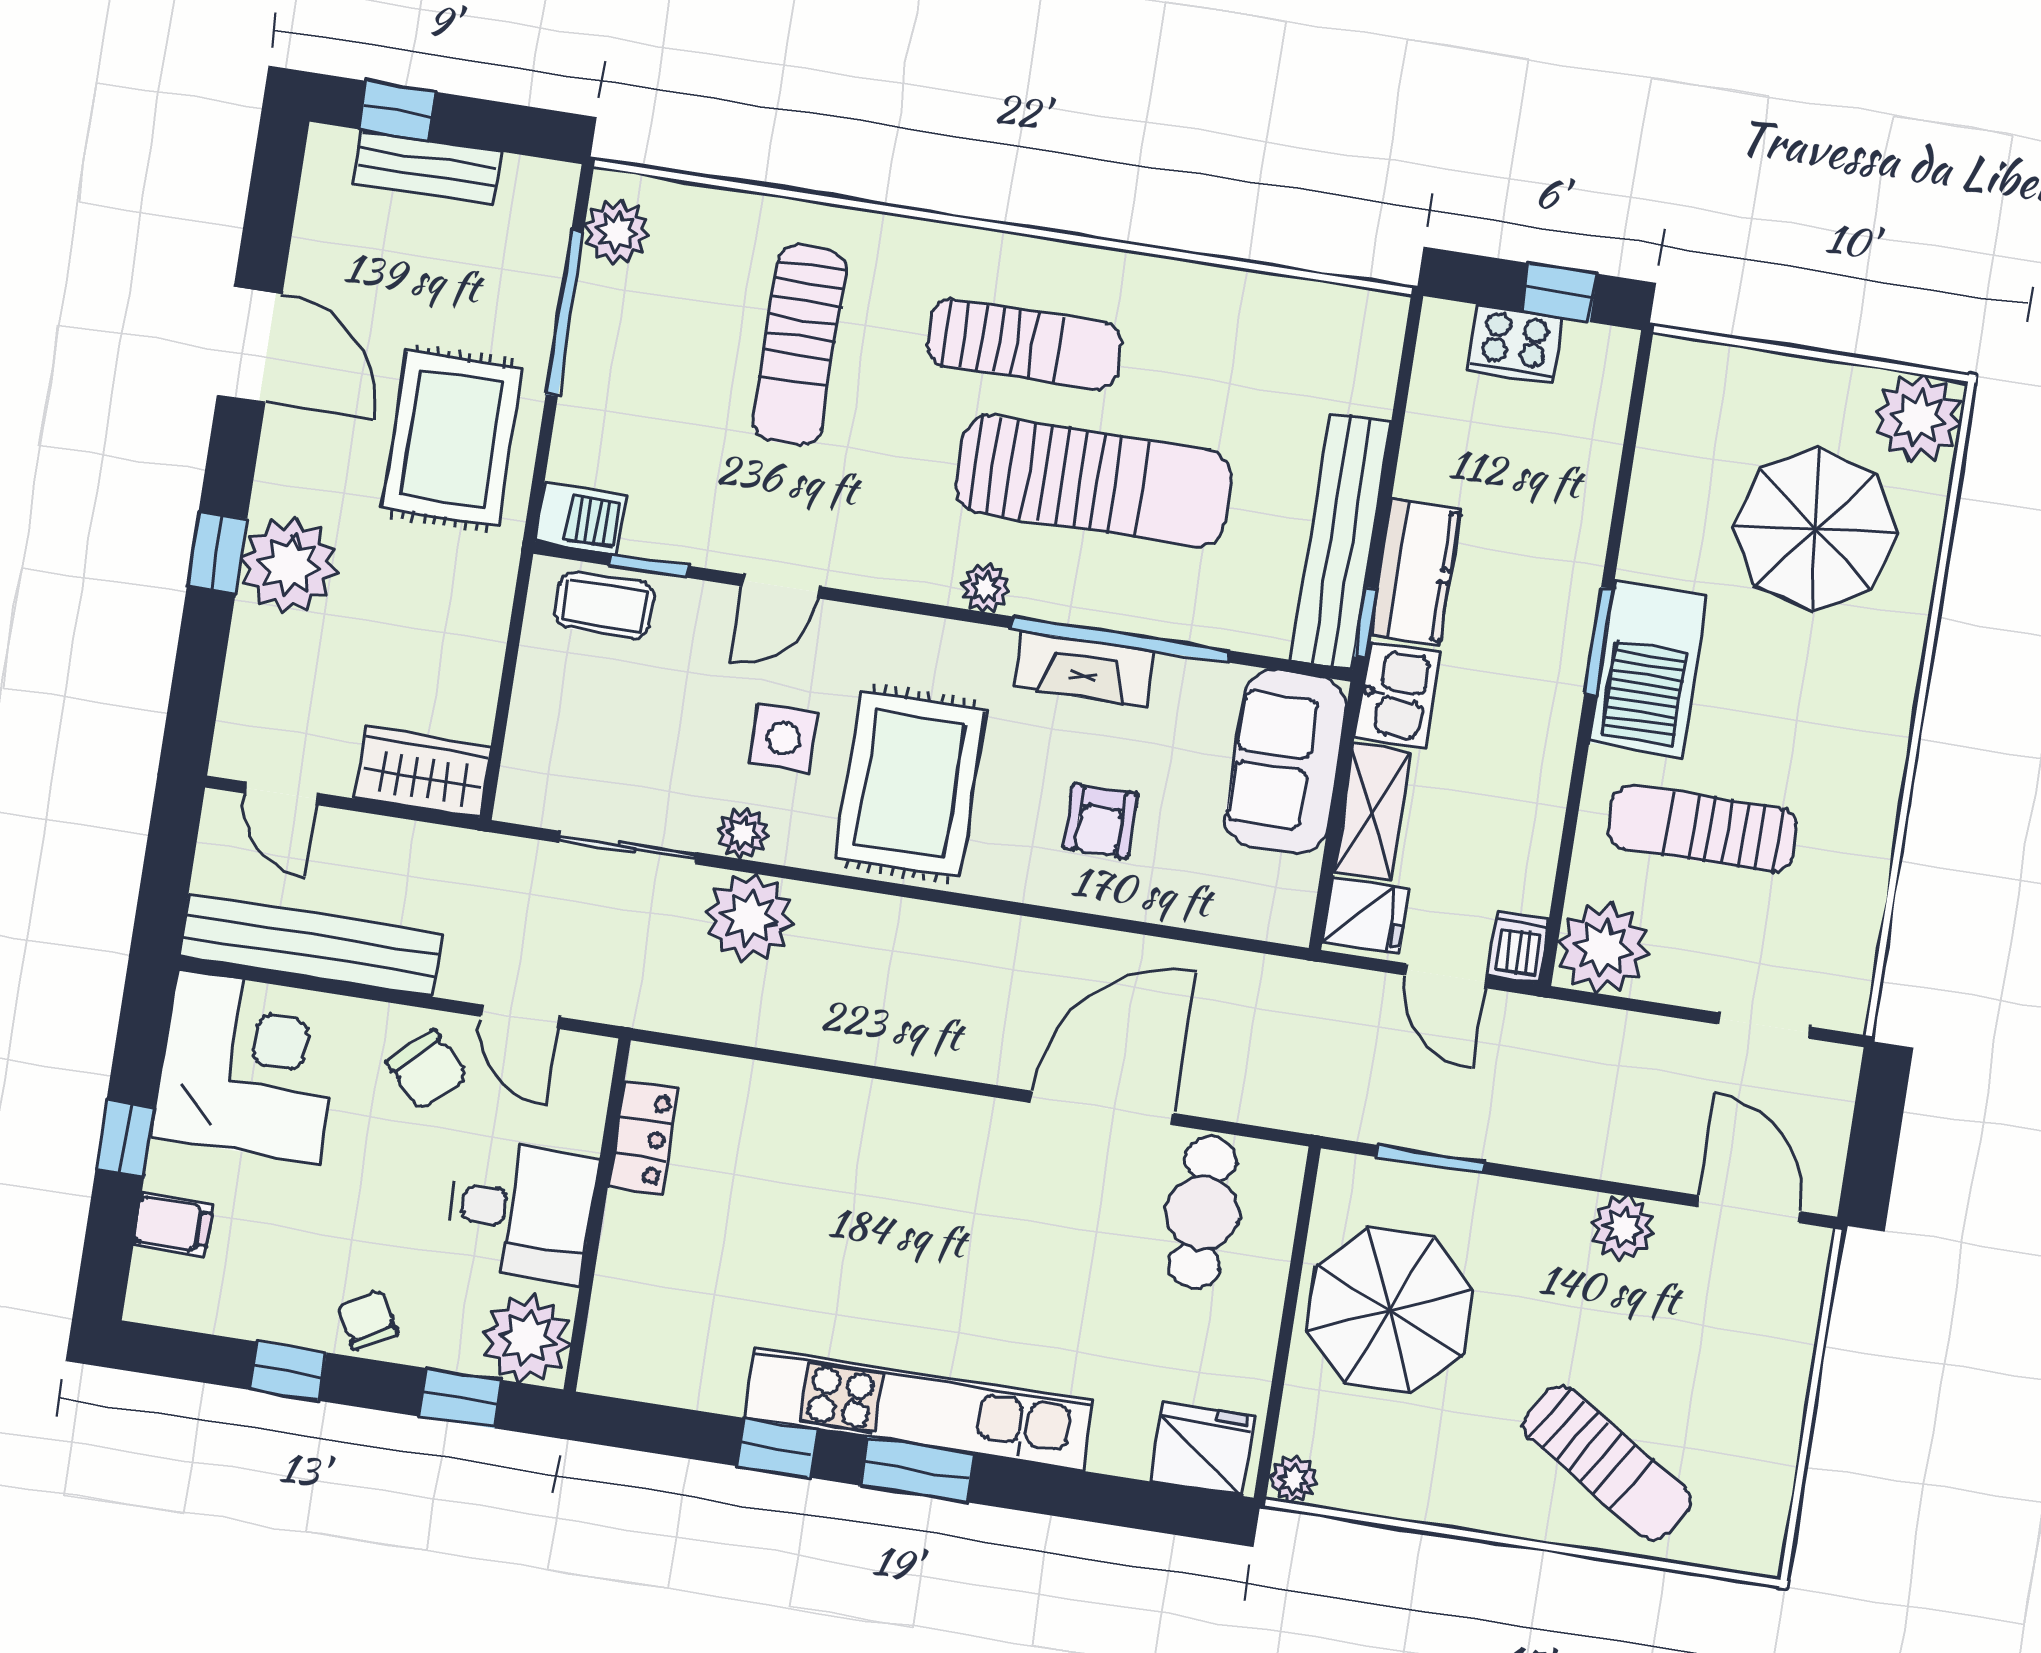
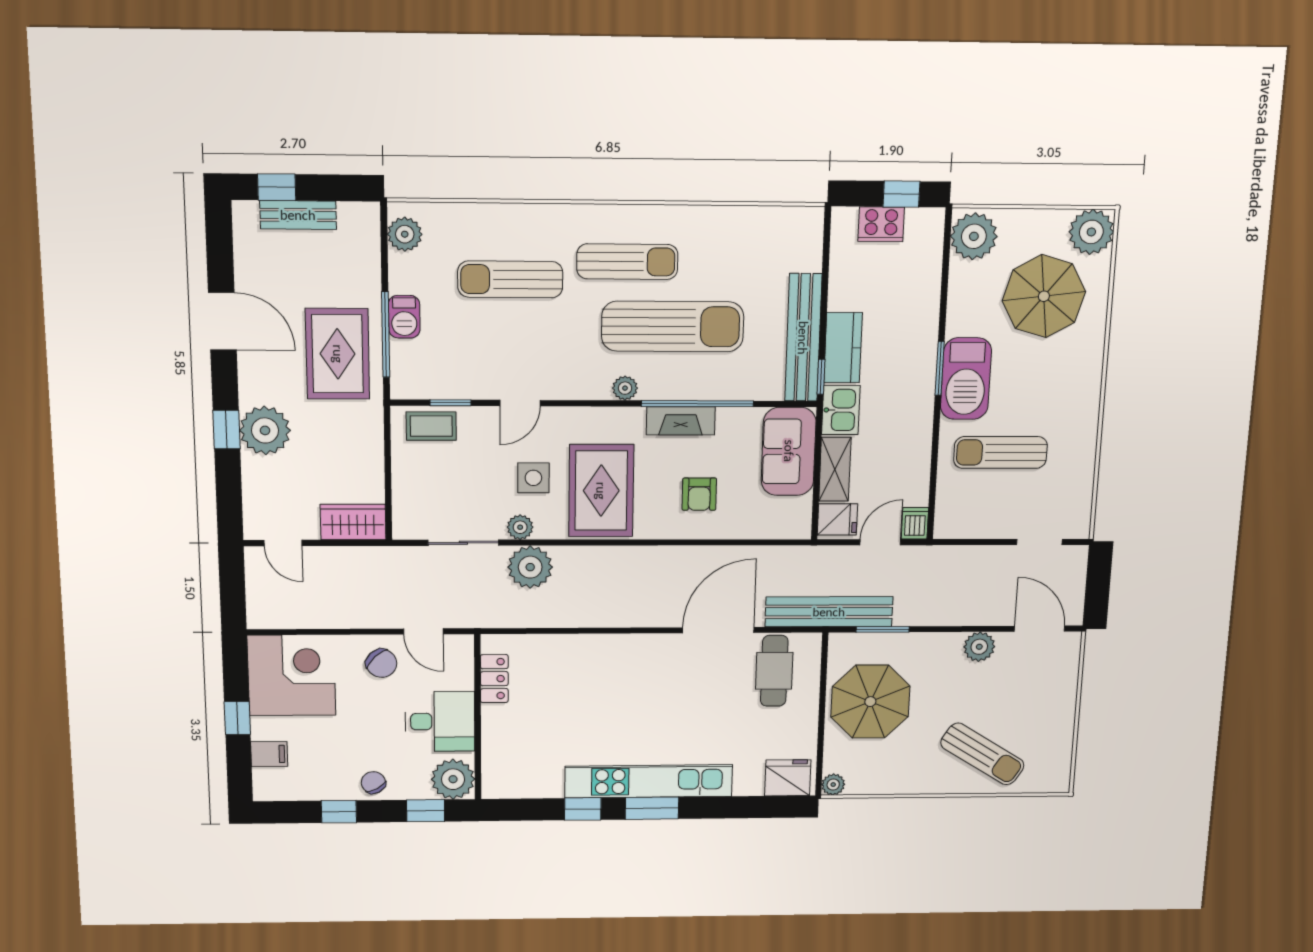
window: (565, 313) -> (386, 335), moved
sun lounger: (799, 345) -> (510, 279), turned 90
barbecue: (581, 519) -> (404, 317), moved, turned 90
bench: (310, 945) -> (829, 612), moved
plant: (1603, 948) -> (974, 236), moved
door: (1445, 976) -> (880, 542), swing flipped

